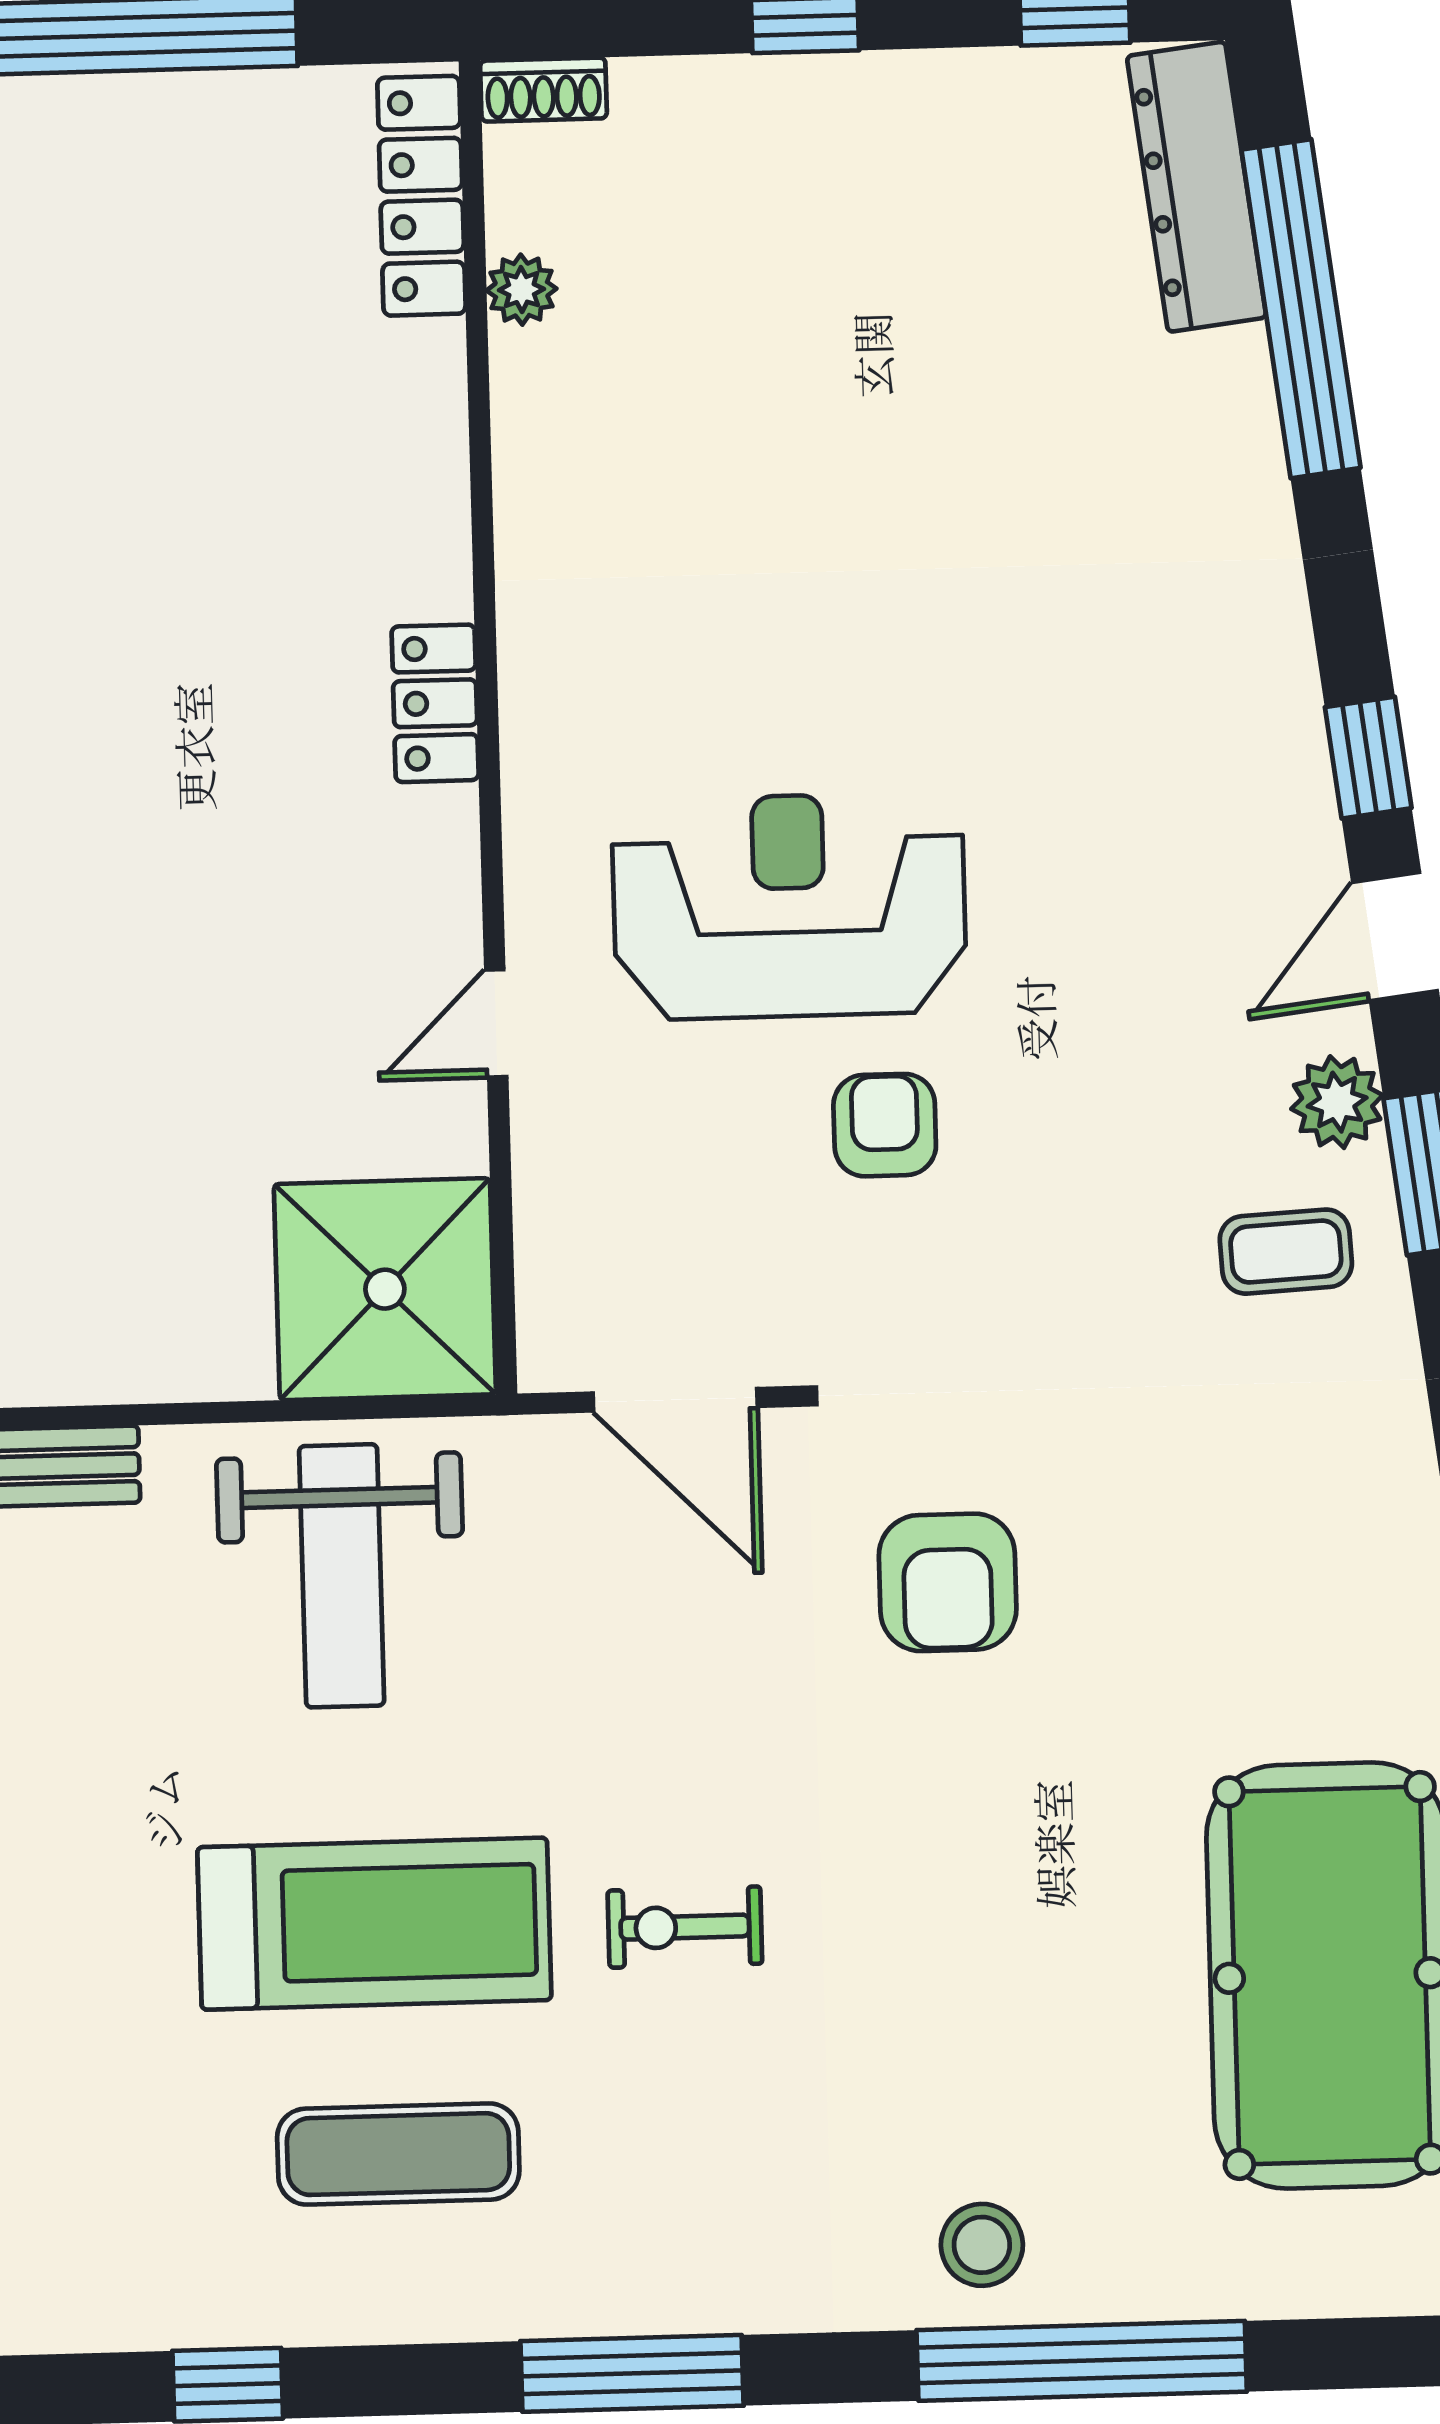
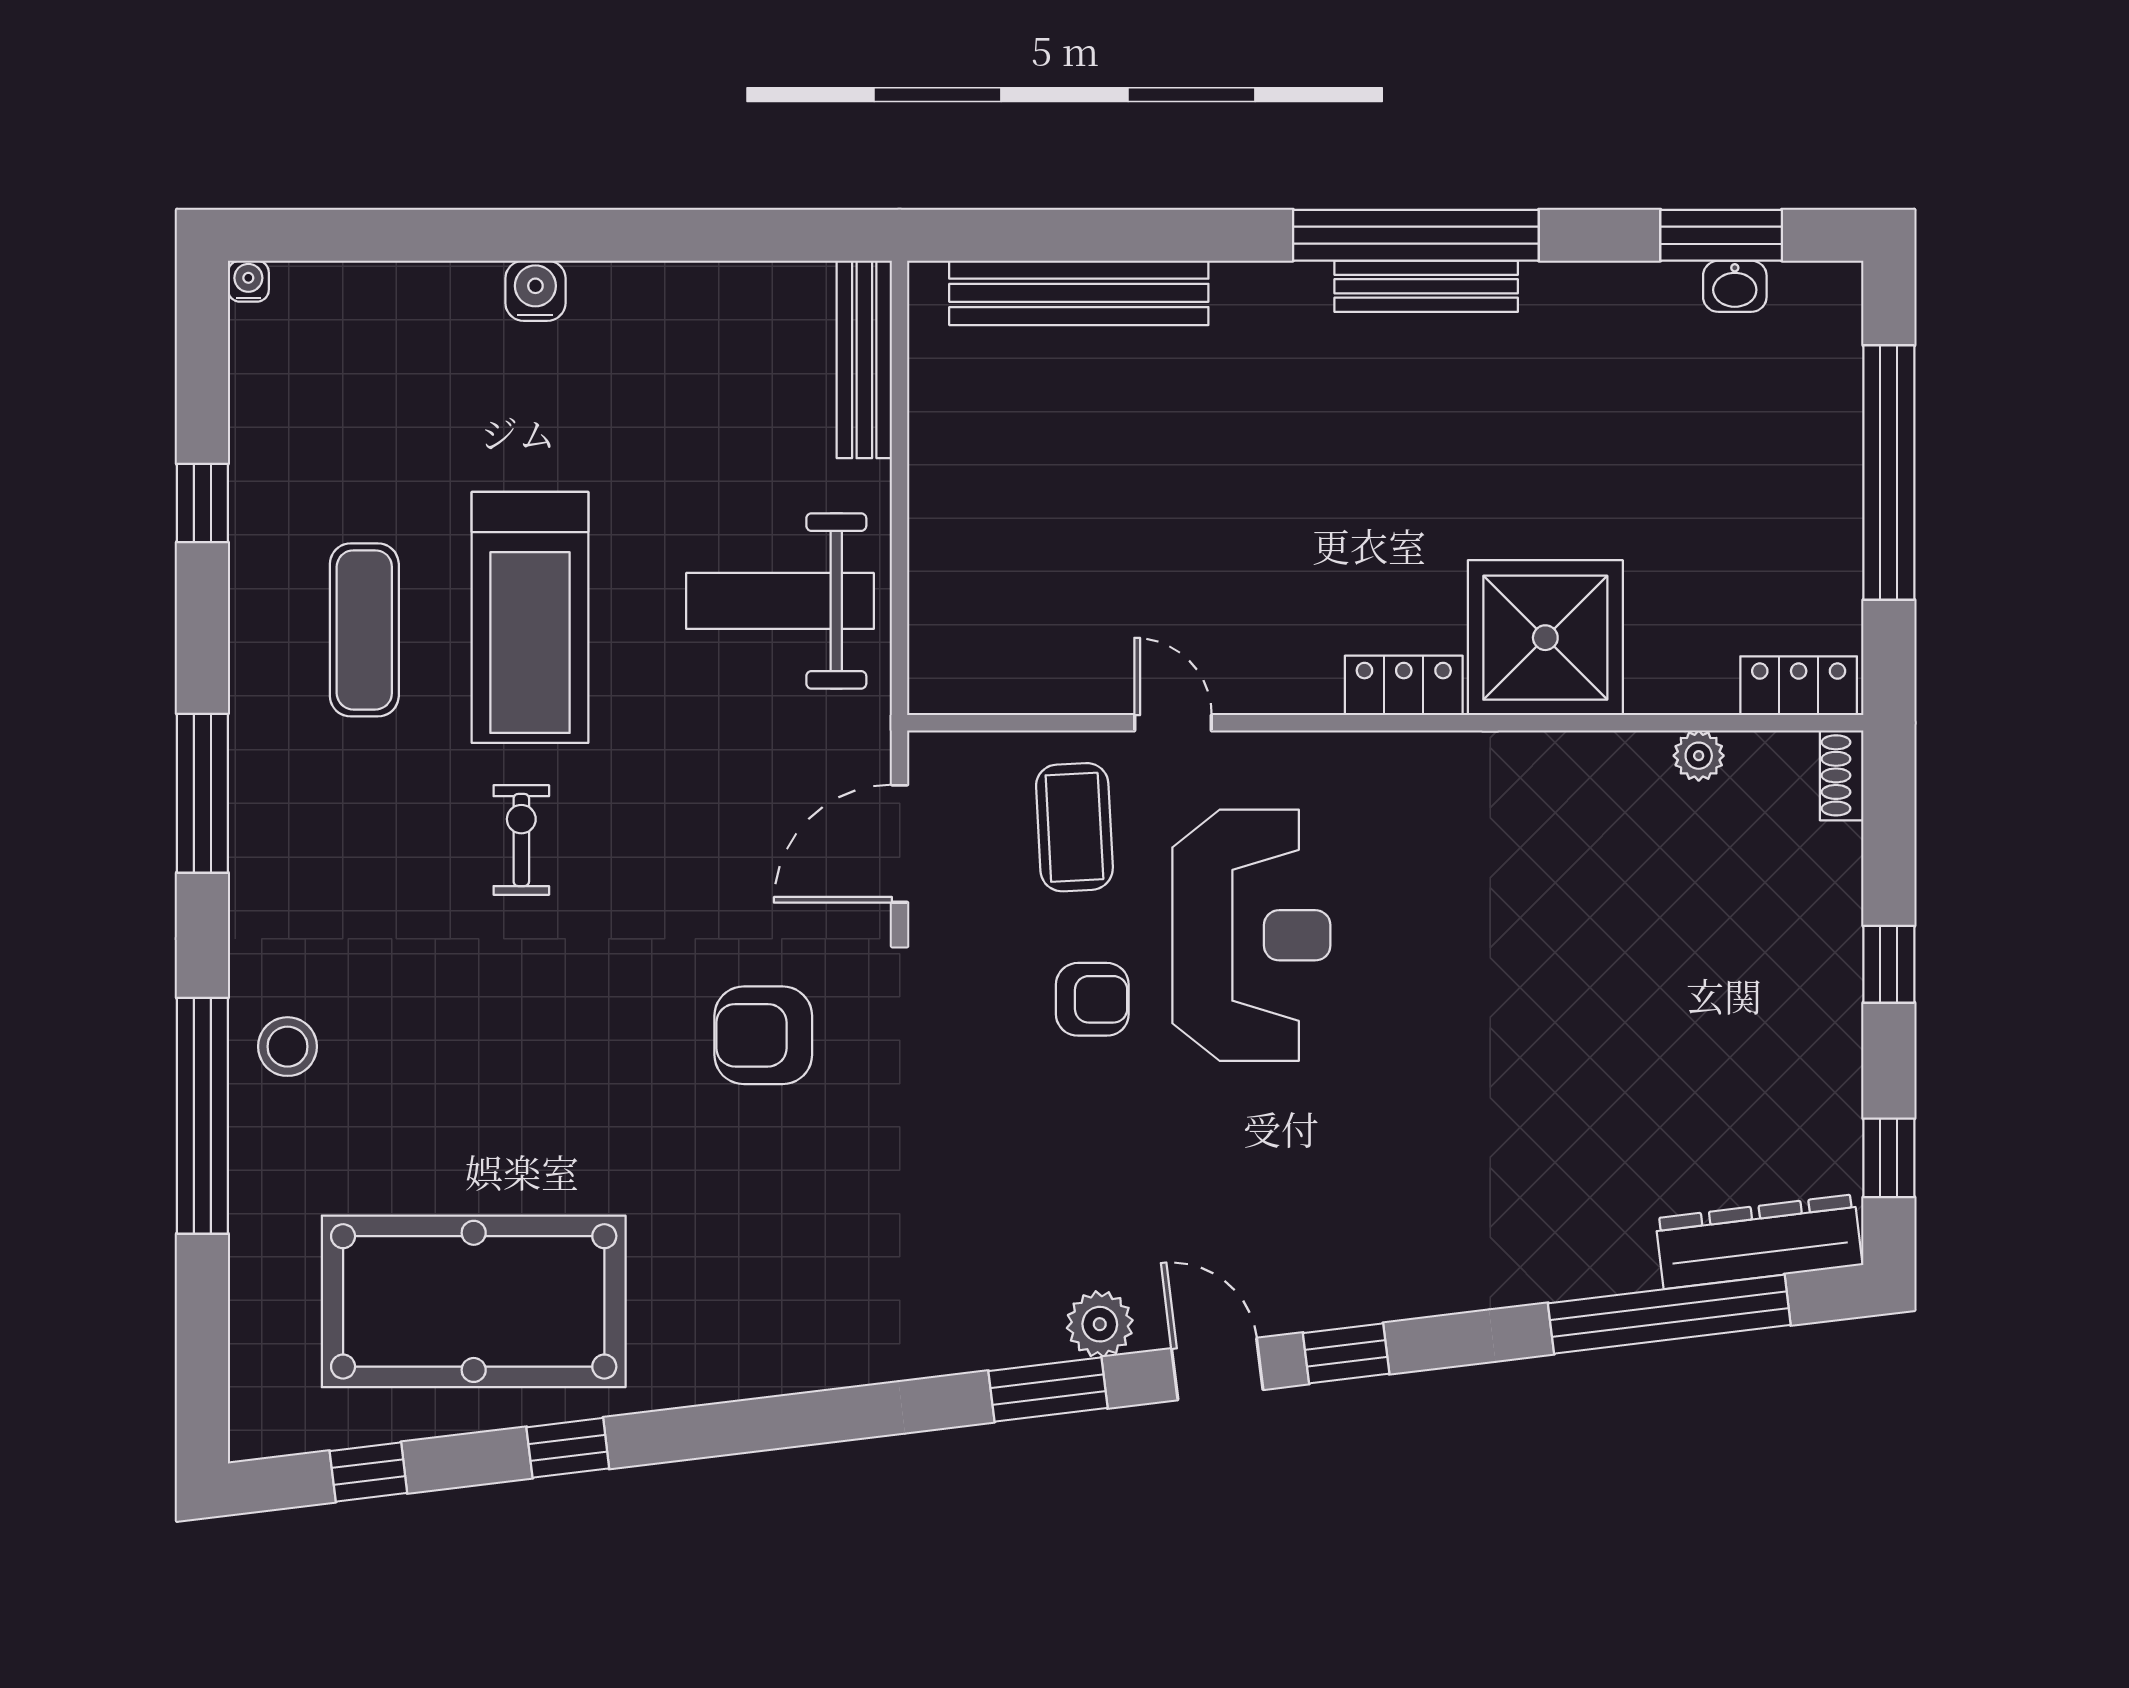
locker: (421, 196) -> (1799, 686), width x0.66
coffee table: (1286, 1252) -> (1074, 827), moved, width x1.36, depth x1.30
shower: (385, 1289) -> (1545, 638), moved

